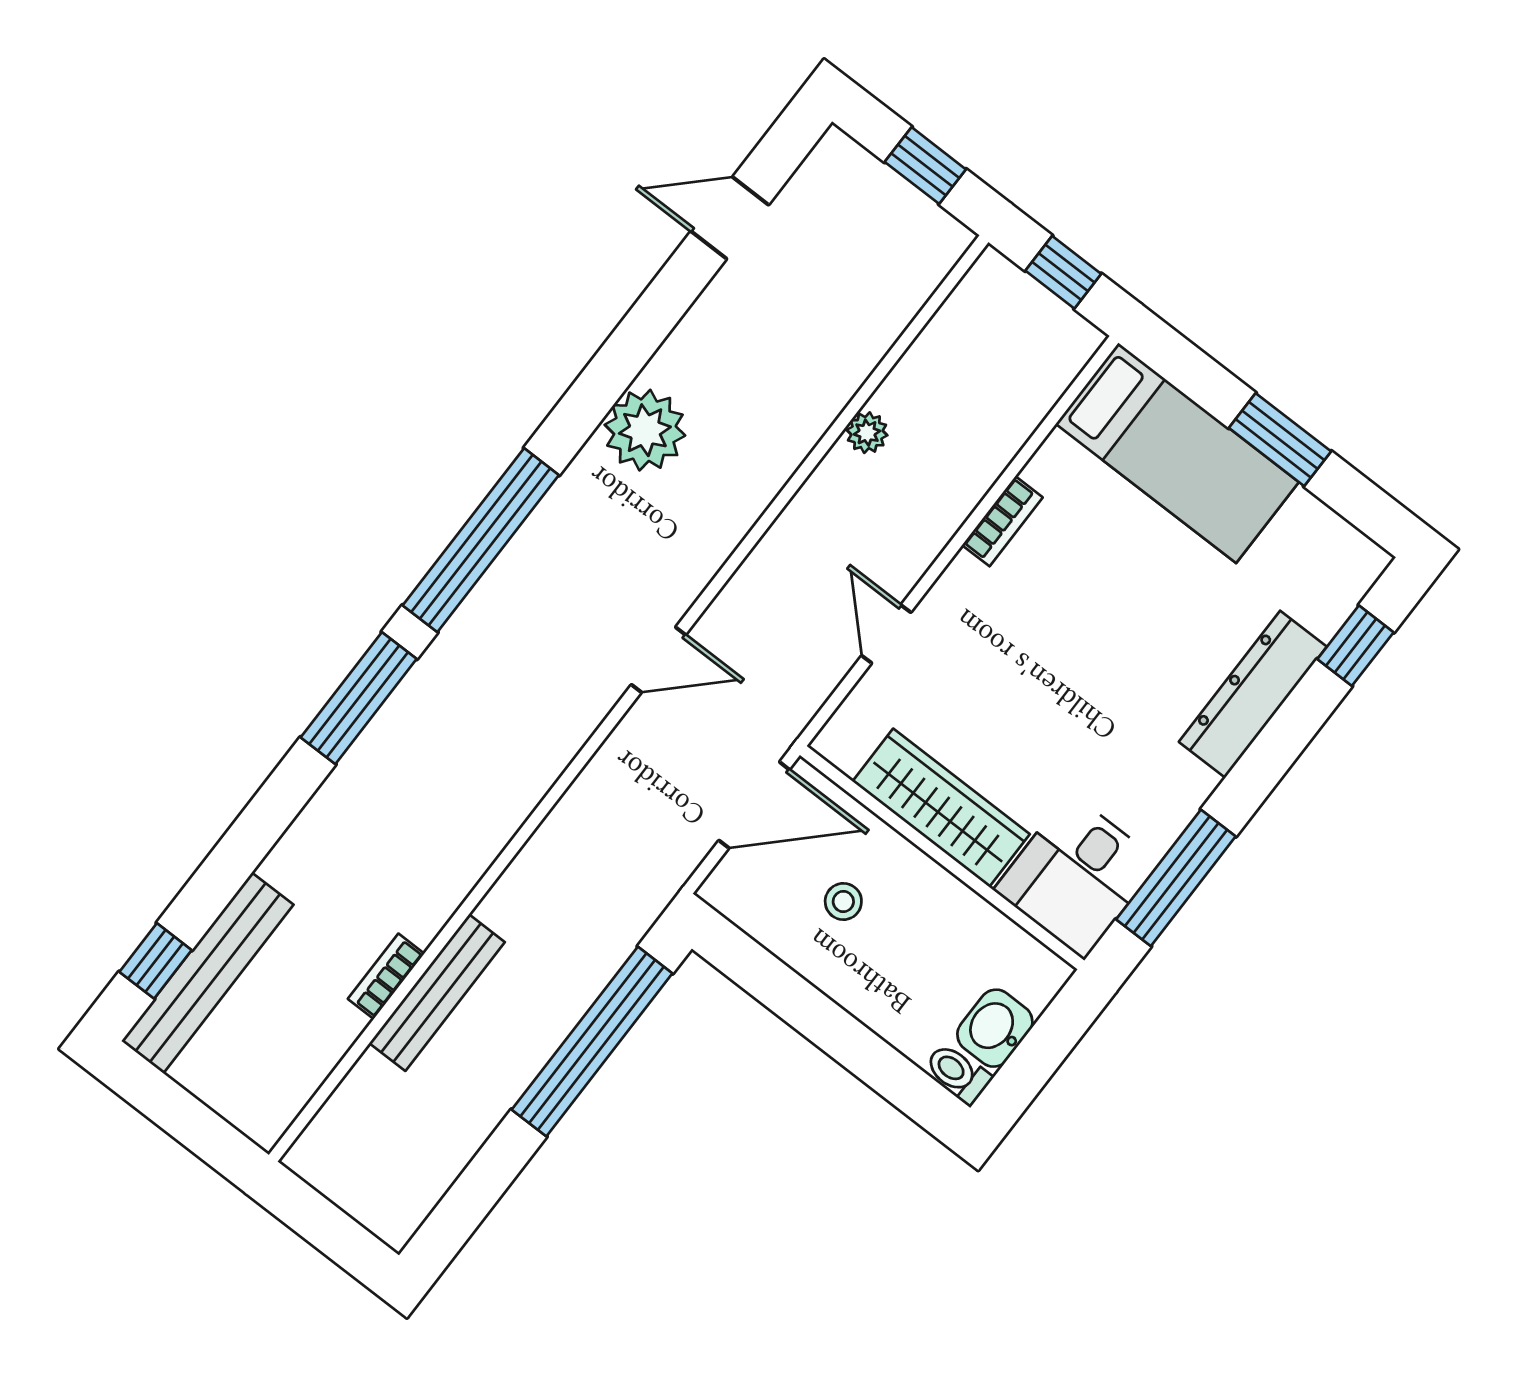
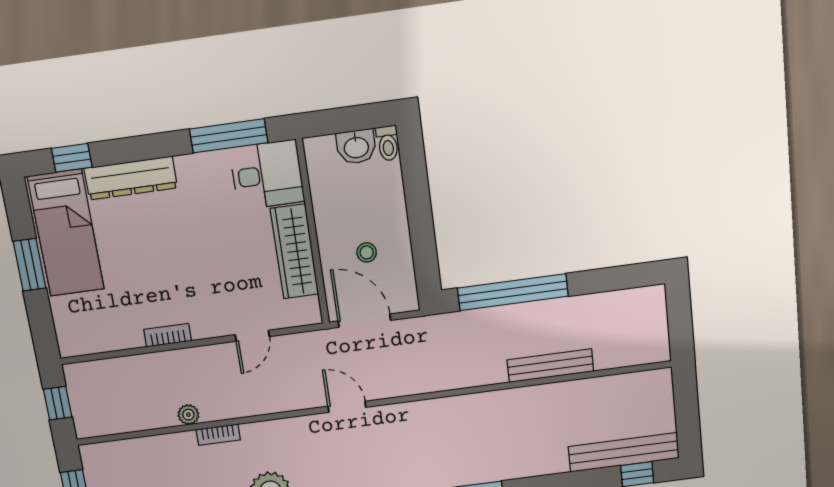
bed: (1177, 453) -> (66, 233), moved, turned 180
bookcase: (386, 976) -> (218, 435), moved

